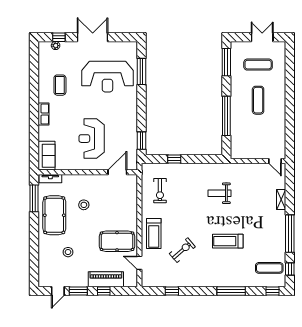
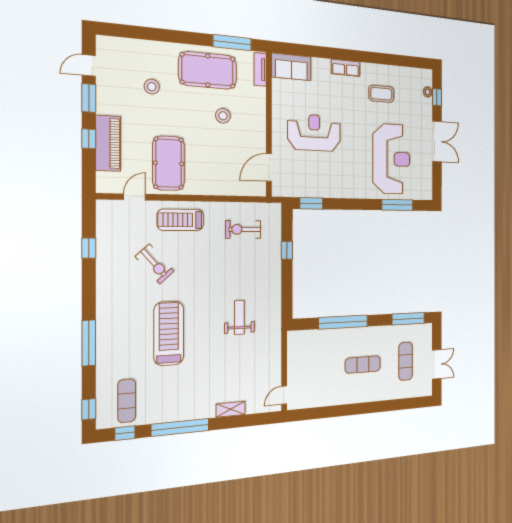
reception desk: (107, 77) -> (391, 159), turned 180
door: (117, 172) -> (269, 168), swing flipped
treadmill: (228, 241) -> (169, 333), width x1.37, depth x1.38
door: (58, 291) -> (89, 65), hinge flipped

